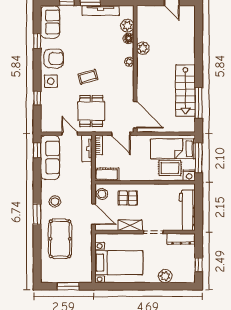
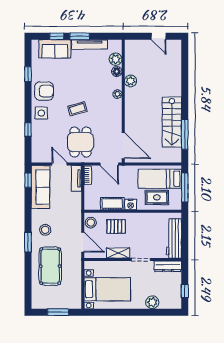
sofa: (50, 22) -> (55, 49), moved, turned 90
cot: (107, 174) -> (112, 204), moved
nightstand: (189, 175) -> (131, 205), moved

